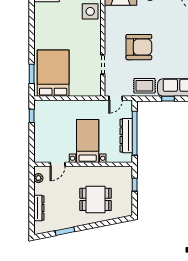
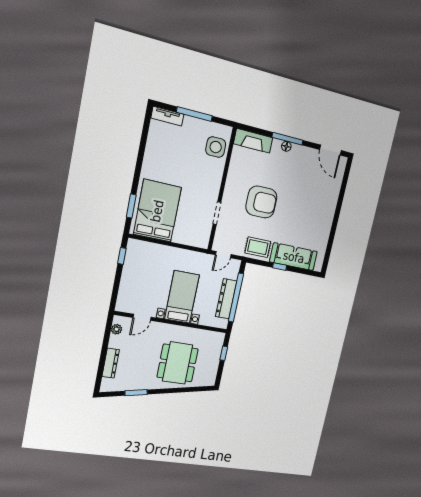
dining table: (96, 199) -> (178, 363), width x1.38

